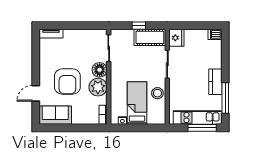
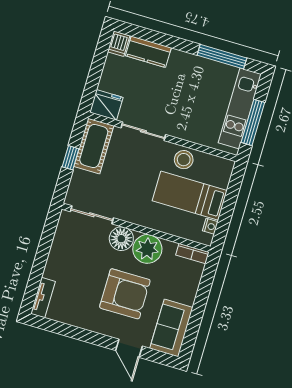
kitchen counter: (215, 82) -> (148, 52), moved
window: (202, 128) -> (253, 122), moved

